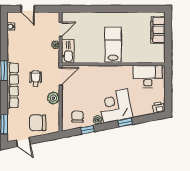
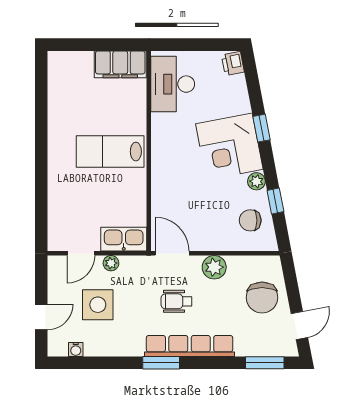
door: (60, 29) -> (81, 253), swing flipped
filing cabinet: (158, 30) -> (120, 64), moved
side table: (34, 38) -> (98, 305), added

